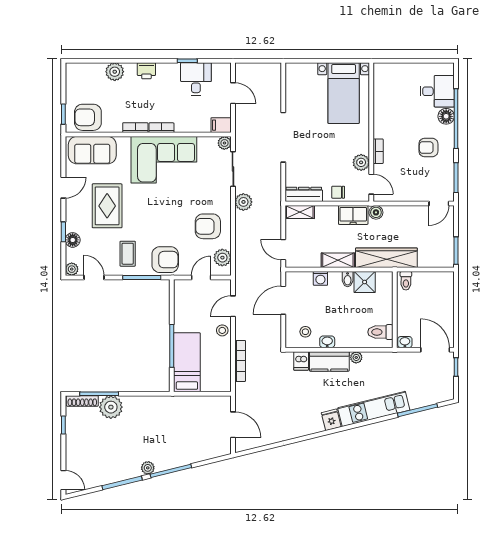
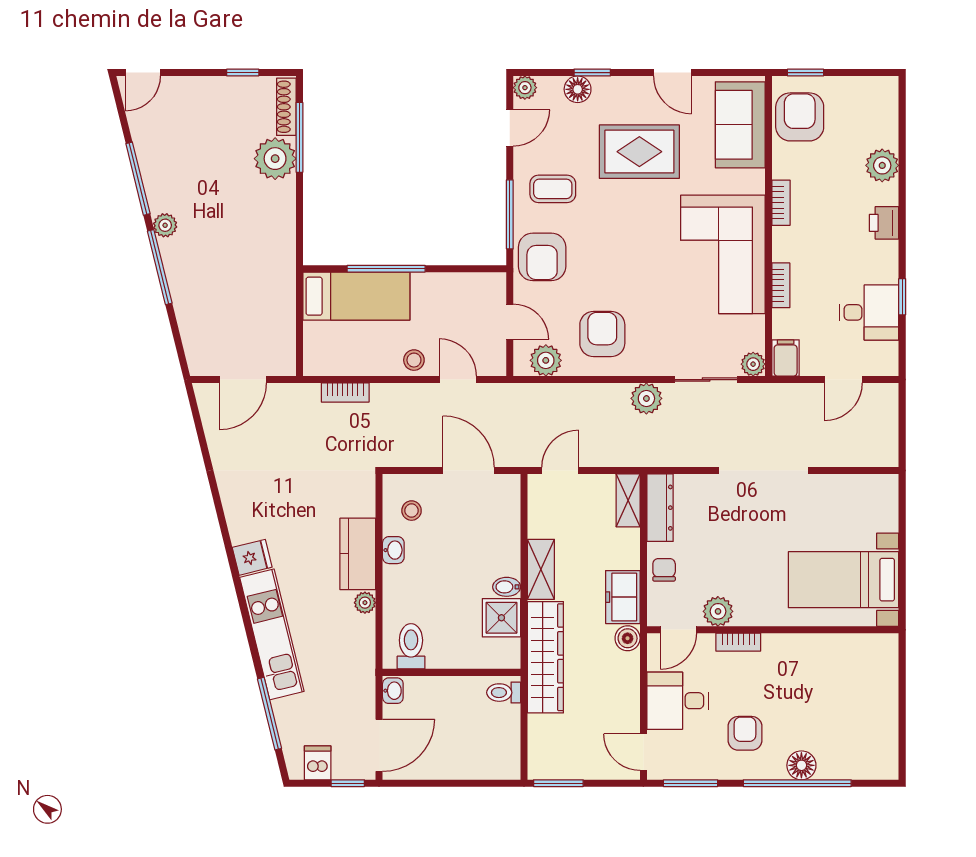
desk: (437, 91) -> (678, 701), moved, turned 90
bookcase: (161, 128) -> (781, 285), moved
washing machine: (320, 278) -> (508, 538), removed
bookcase: (240, 361) -> (345, 392), width x0.64
dishwasher: (301, 361) -> (318, 763), moved, turned 90

